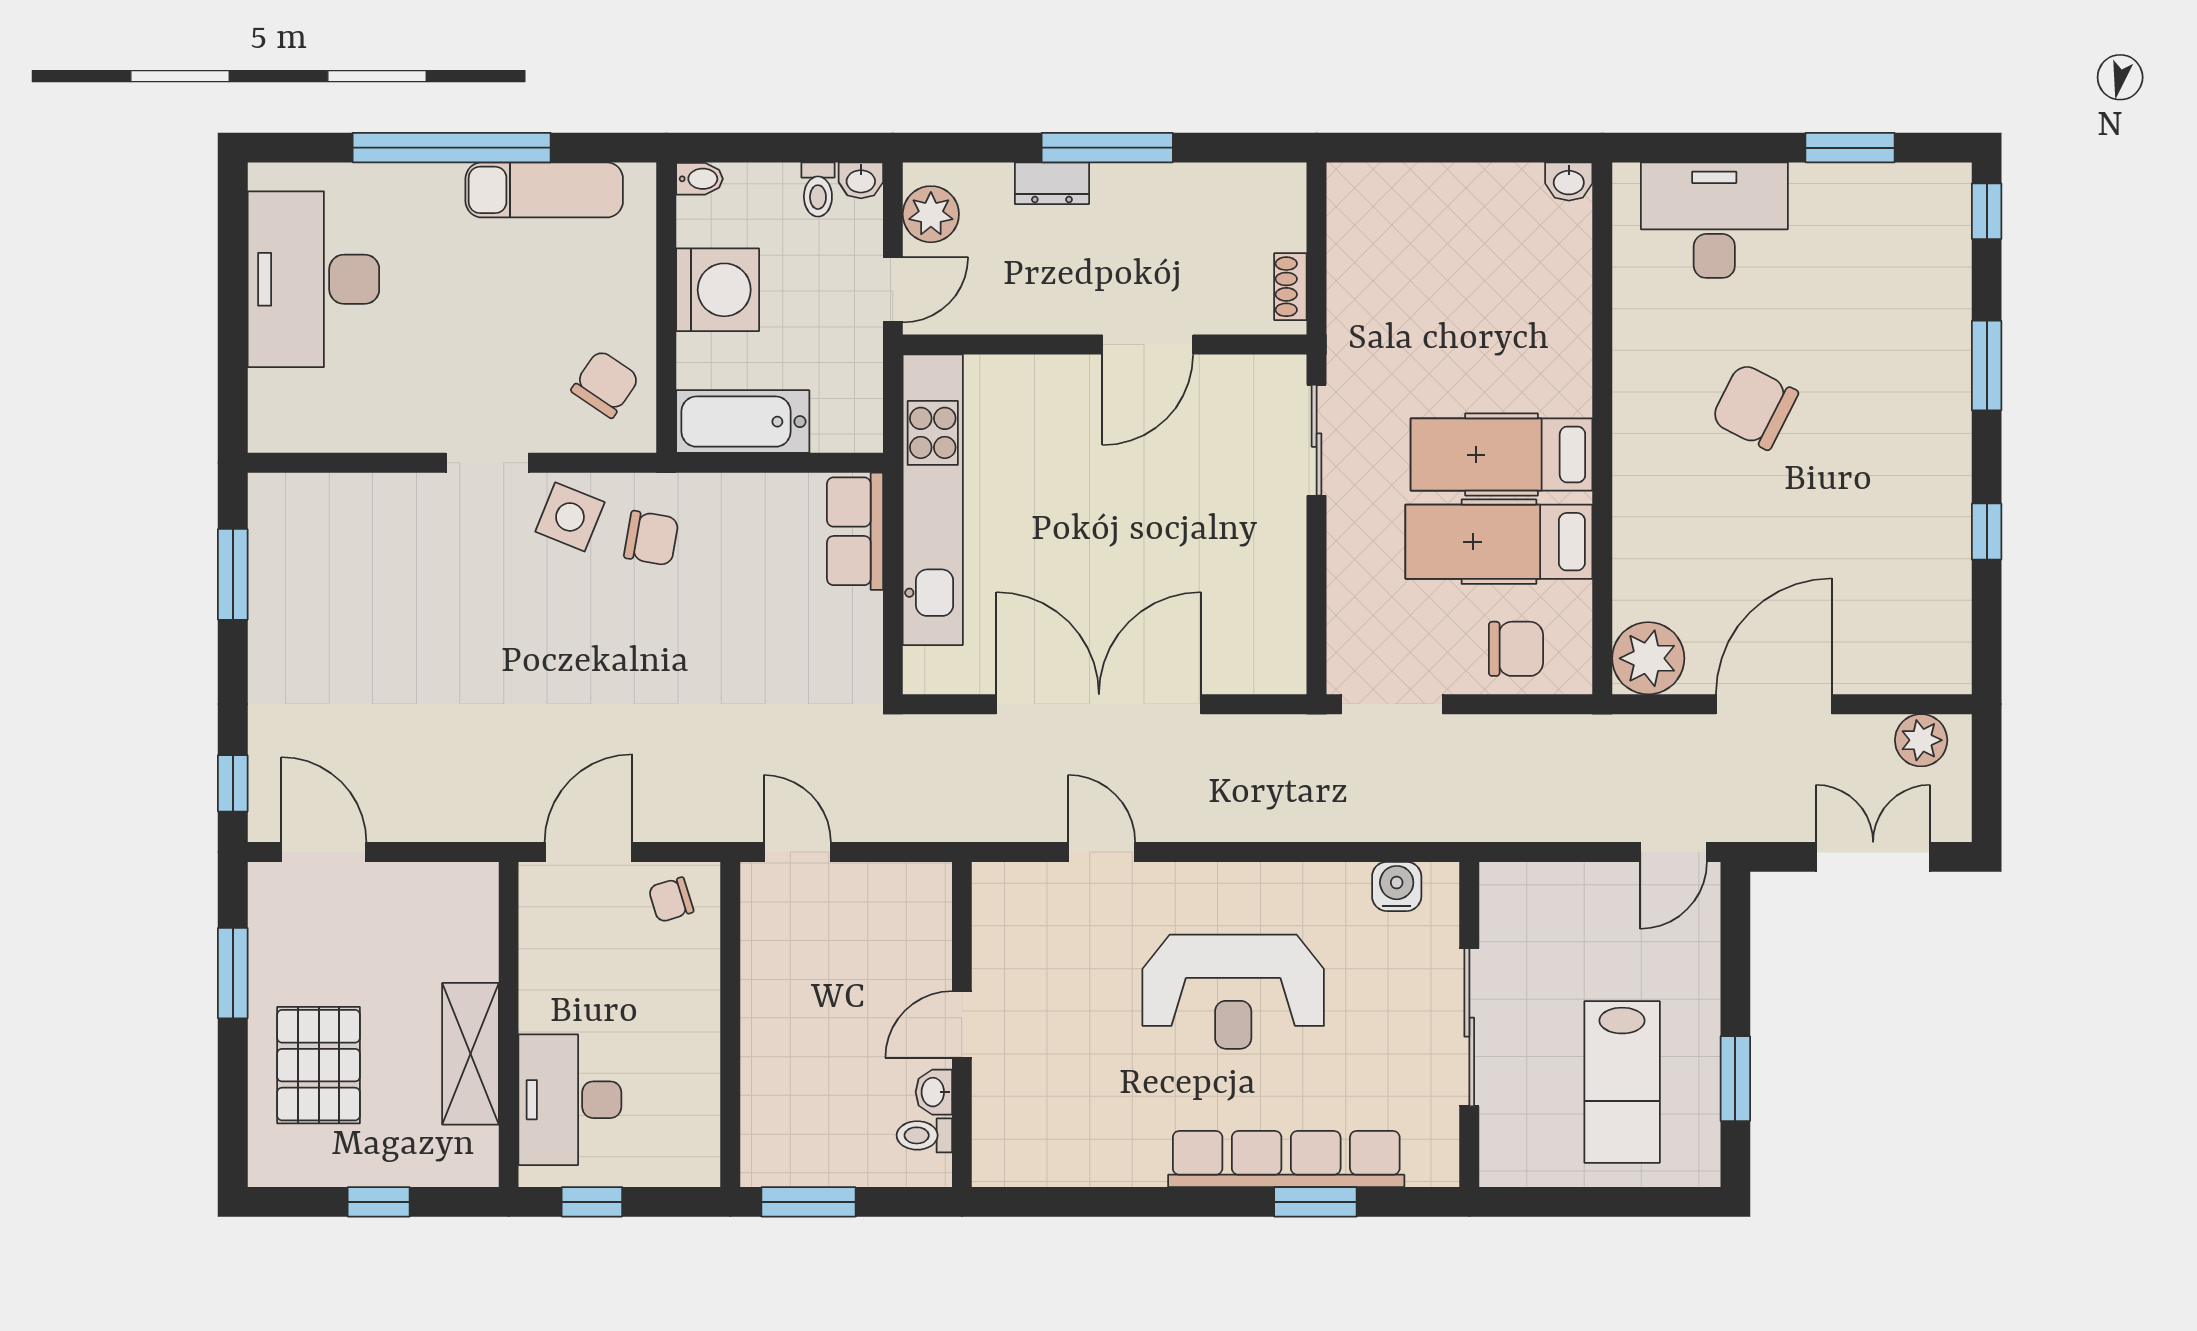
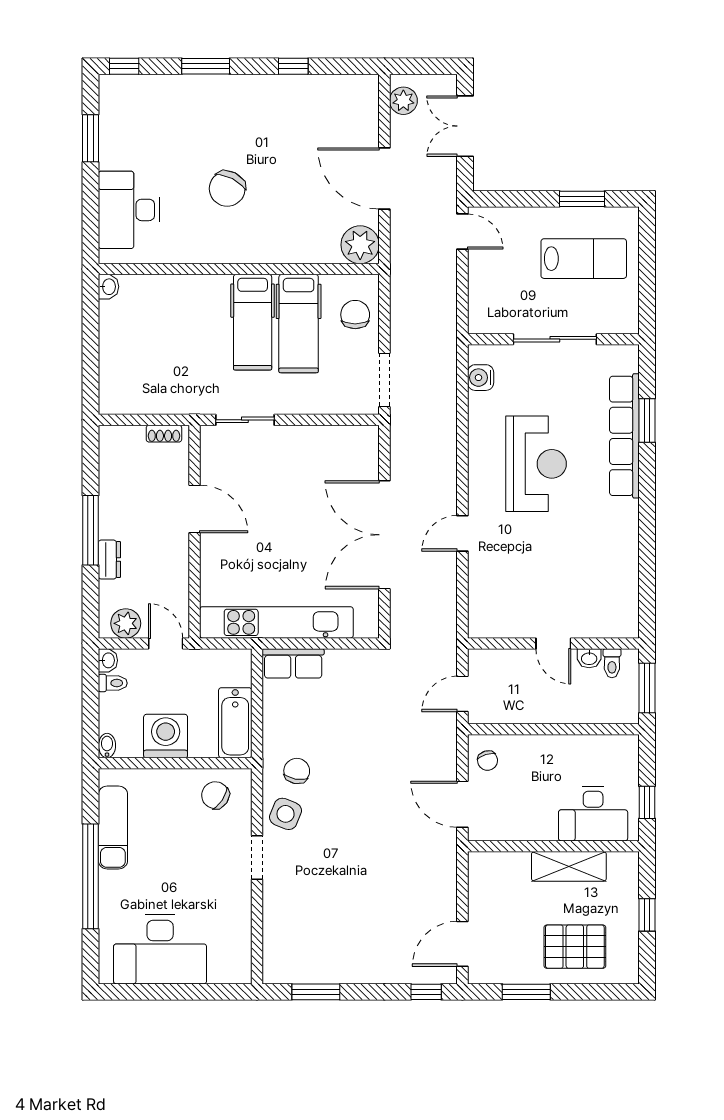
door: (962, 1024) -> (553, 643), moved
wall: (962, 1024) -> (553, 643), moved
washbasin: (934, 1092) -> (589, 658), moved
toilet: (924, 1135) -> (612, 663), moved

